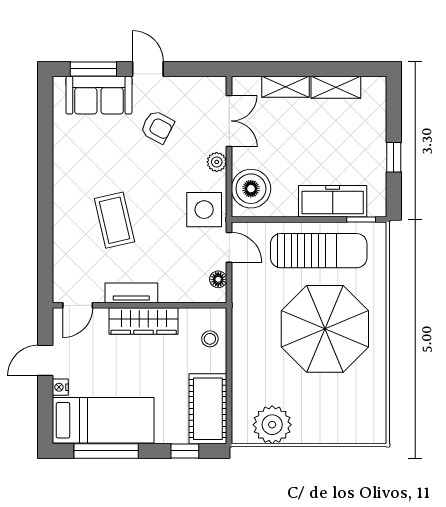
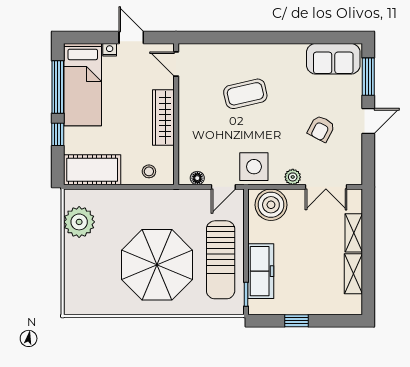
sofa: (99, 95) -> (333, 59), moved, turned -90
tv unit: (131, 293) -> (186, 108), removed
window: (185, 451) -> (58, 134), moved

